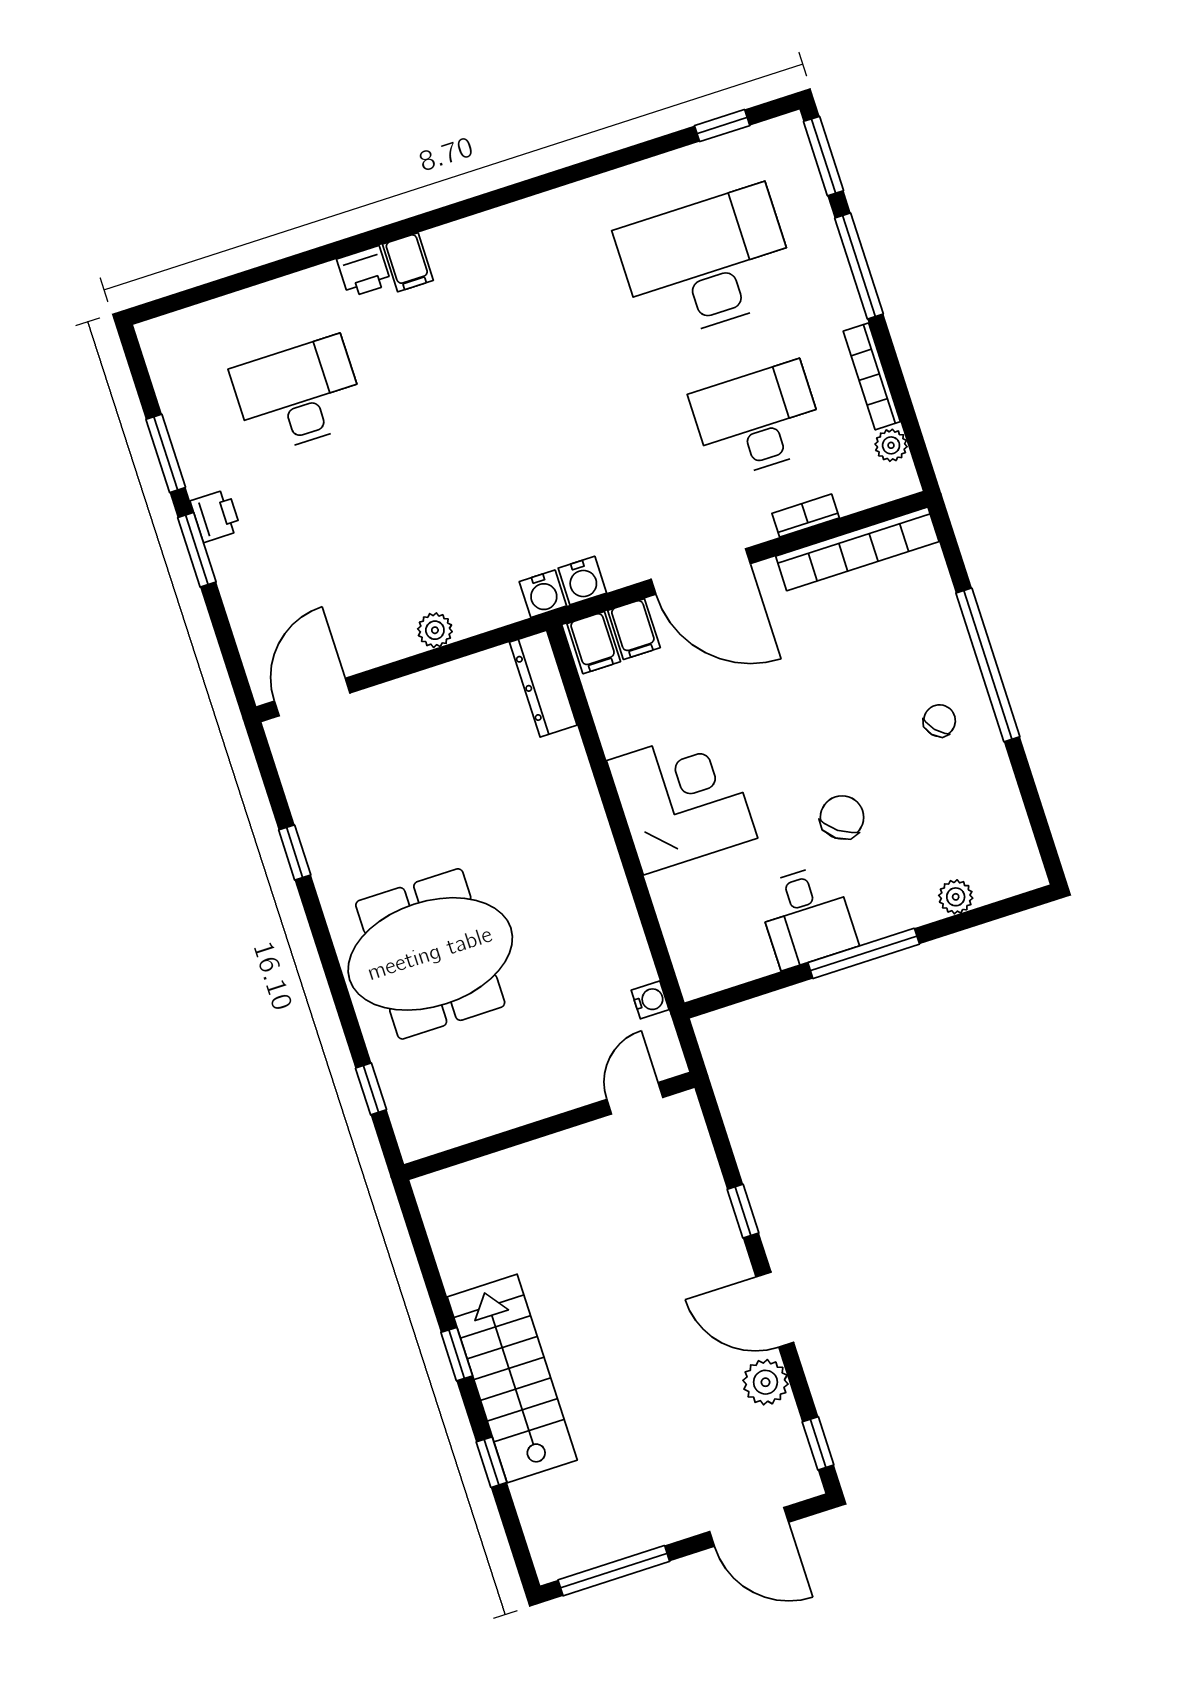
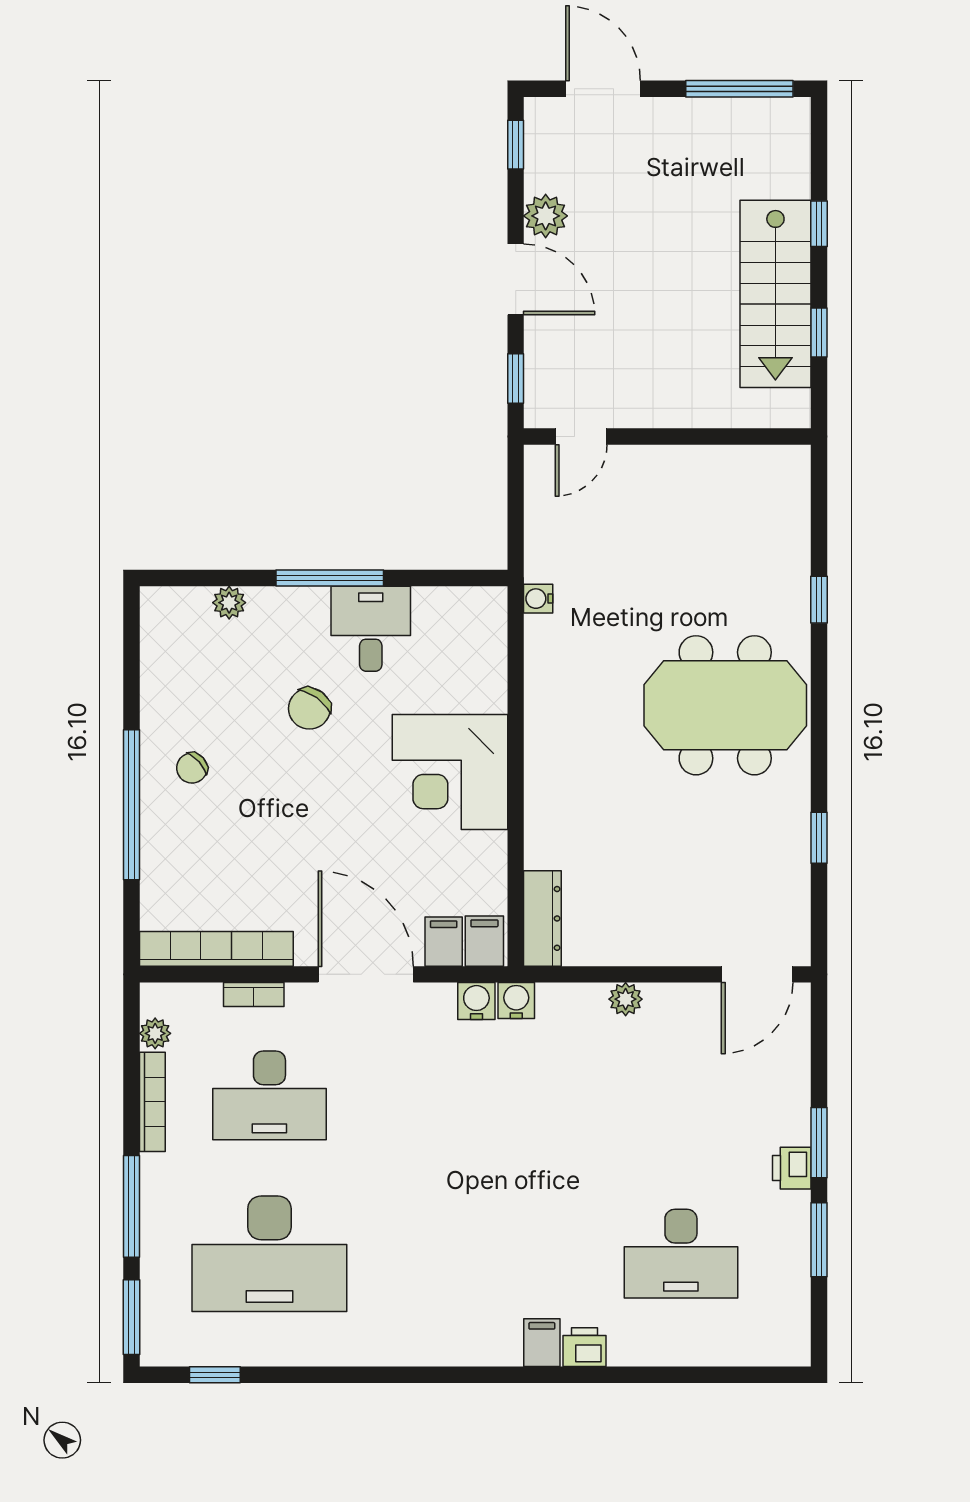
door: (635, 1098) -> (581, 437), moved
wall: (549, 1126) -> (667, 437), moved

